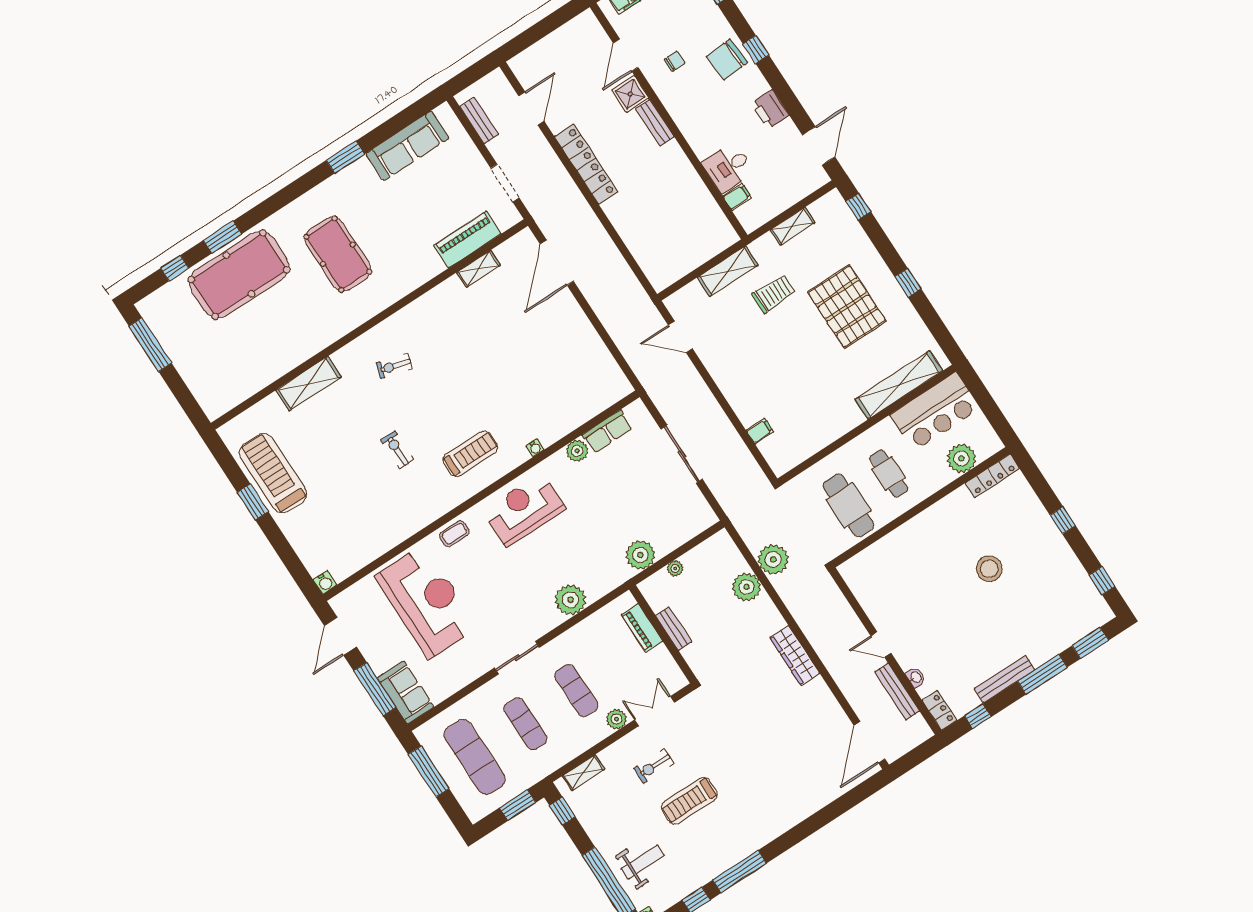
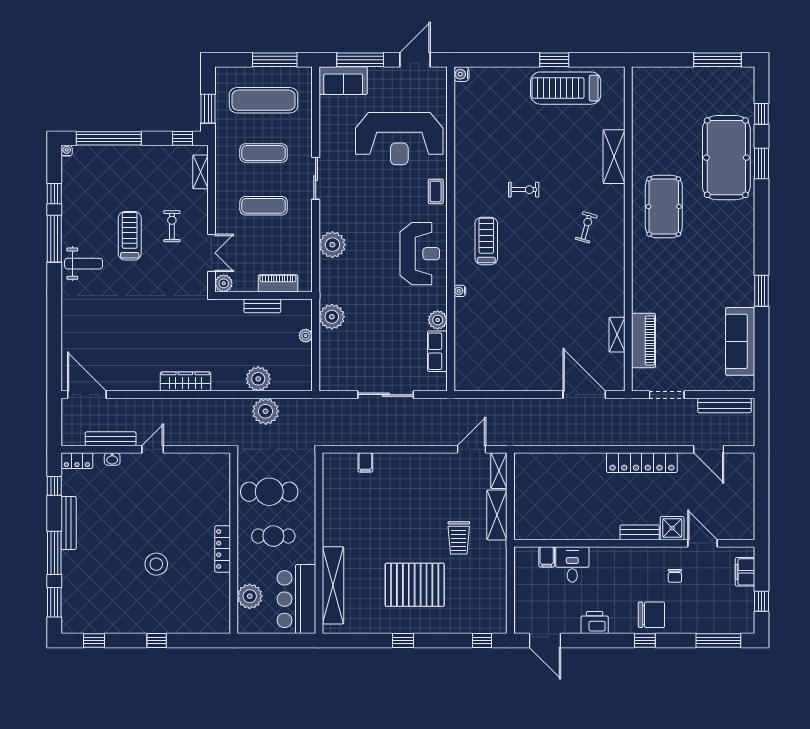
chair: (727, 60) -> (651, 615), turned 94
bench: (479, 121) -> (724, 405), width x1.36
shelving: (793, 226) -> (499, 471), moved
pool table: (338, 254) -> (664, 207), moved, turned 90
treadmill: (470, 454) -> (486, 241), turned 180
treadmill: (273, 473) -> (566, 88), turned 180
locker: (992, 476) -> (223, 549), moved
door: (340, 636) -> (415, 60), hinge flipped
plant: (617, 719) -> (224, 283), moved
weight bench: (643, 862) -> (84, 264), moved, turned -90

